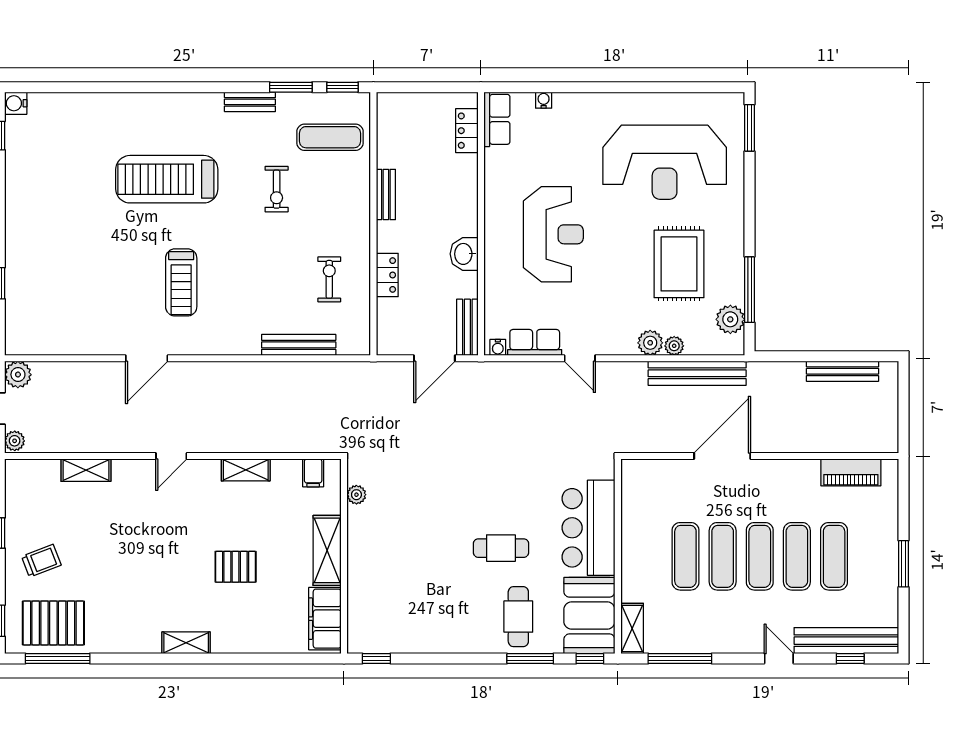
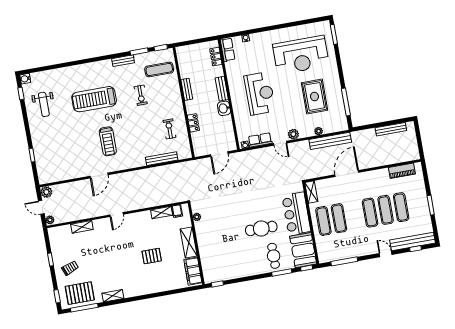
weight bench: (48, 171) -> (44, 104), added
plant: (730, 319) -> (340, 116), removed
bench: (467, 327) -> (222, 89), moved
plant: (650, 343) -> (293, 134), moved
shelving: (246, 470) -> (162, 213), moved
cafe table: (501, 548) -> (261, 228), width x1.37, depth x1.35
exercise mat: (723, 556) -> (323, 221), moved
shelving: (632, 629) -> (311, 192), moved
shelving: (186, 643) -> (113, 296), moved

